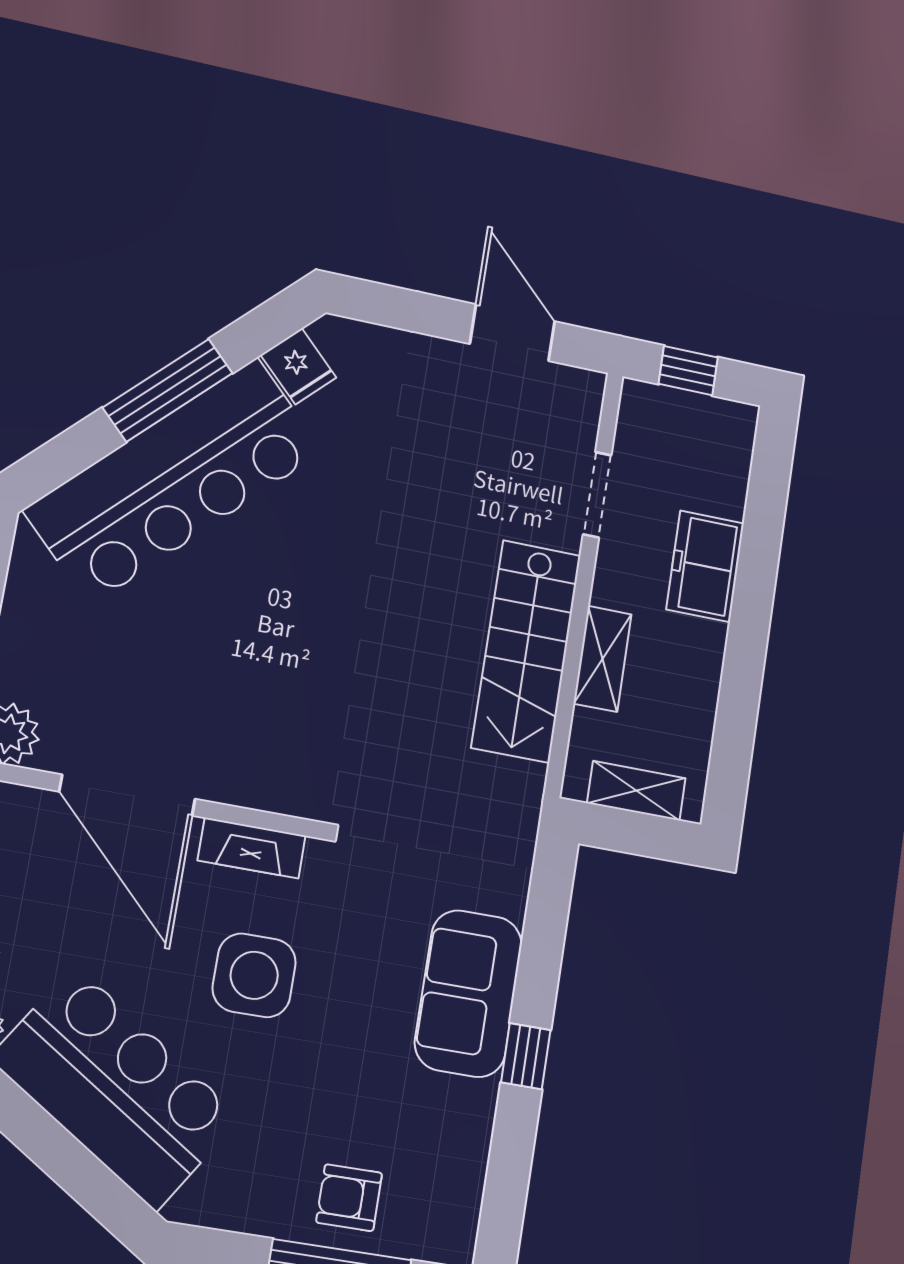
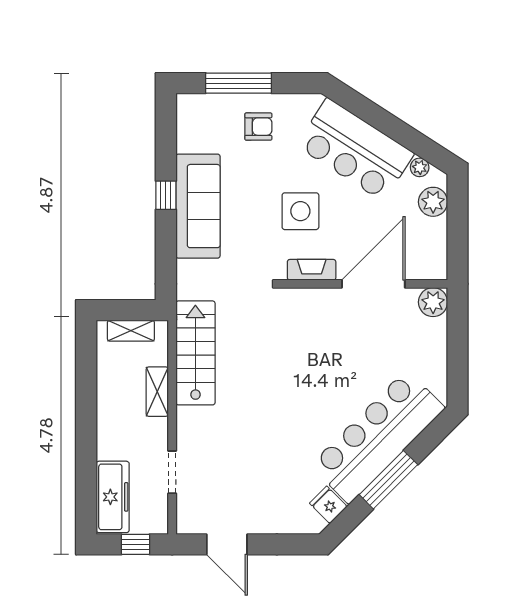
freezer: (705, 566) -> (113, 497), moved, width x1.40
stairs: (526, 651) -> (195, 353), moved
door: (127, 795) -> (373, 284), hinge flipped
sofa: (468, 993) -> (198, 206), width x1.36
armchair: (349, 1198) -> (258, 127), moved

